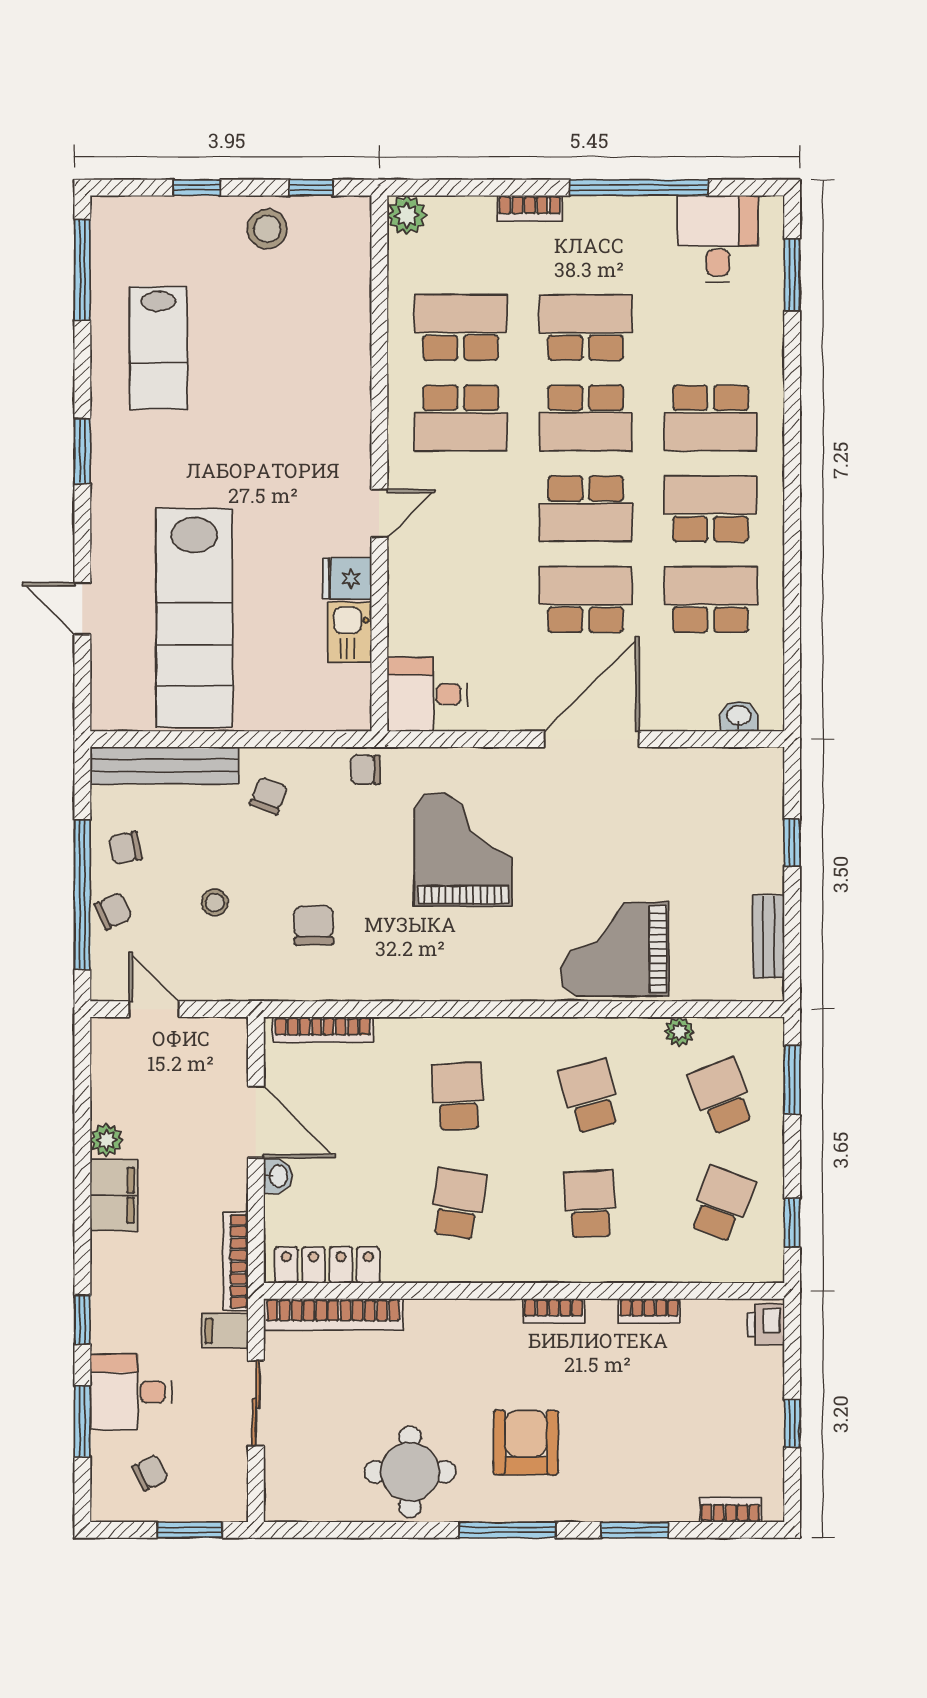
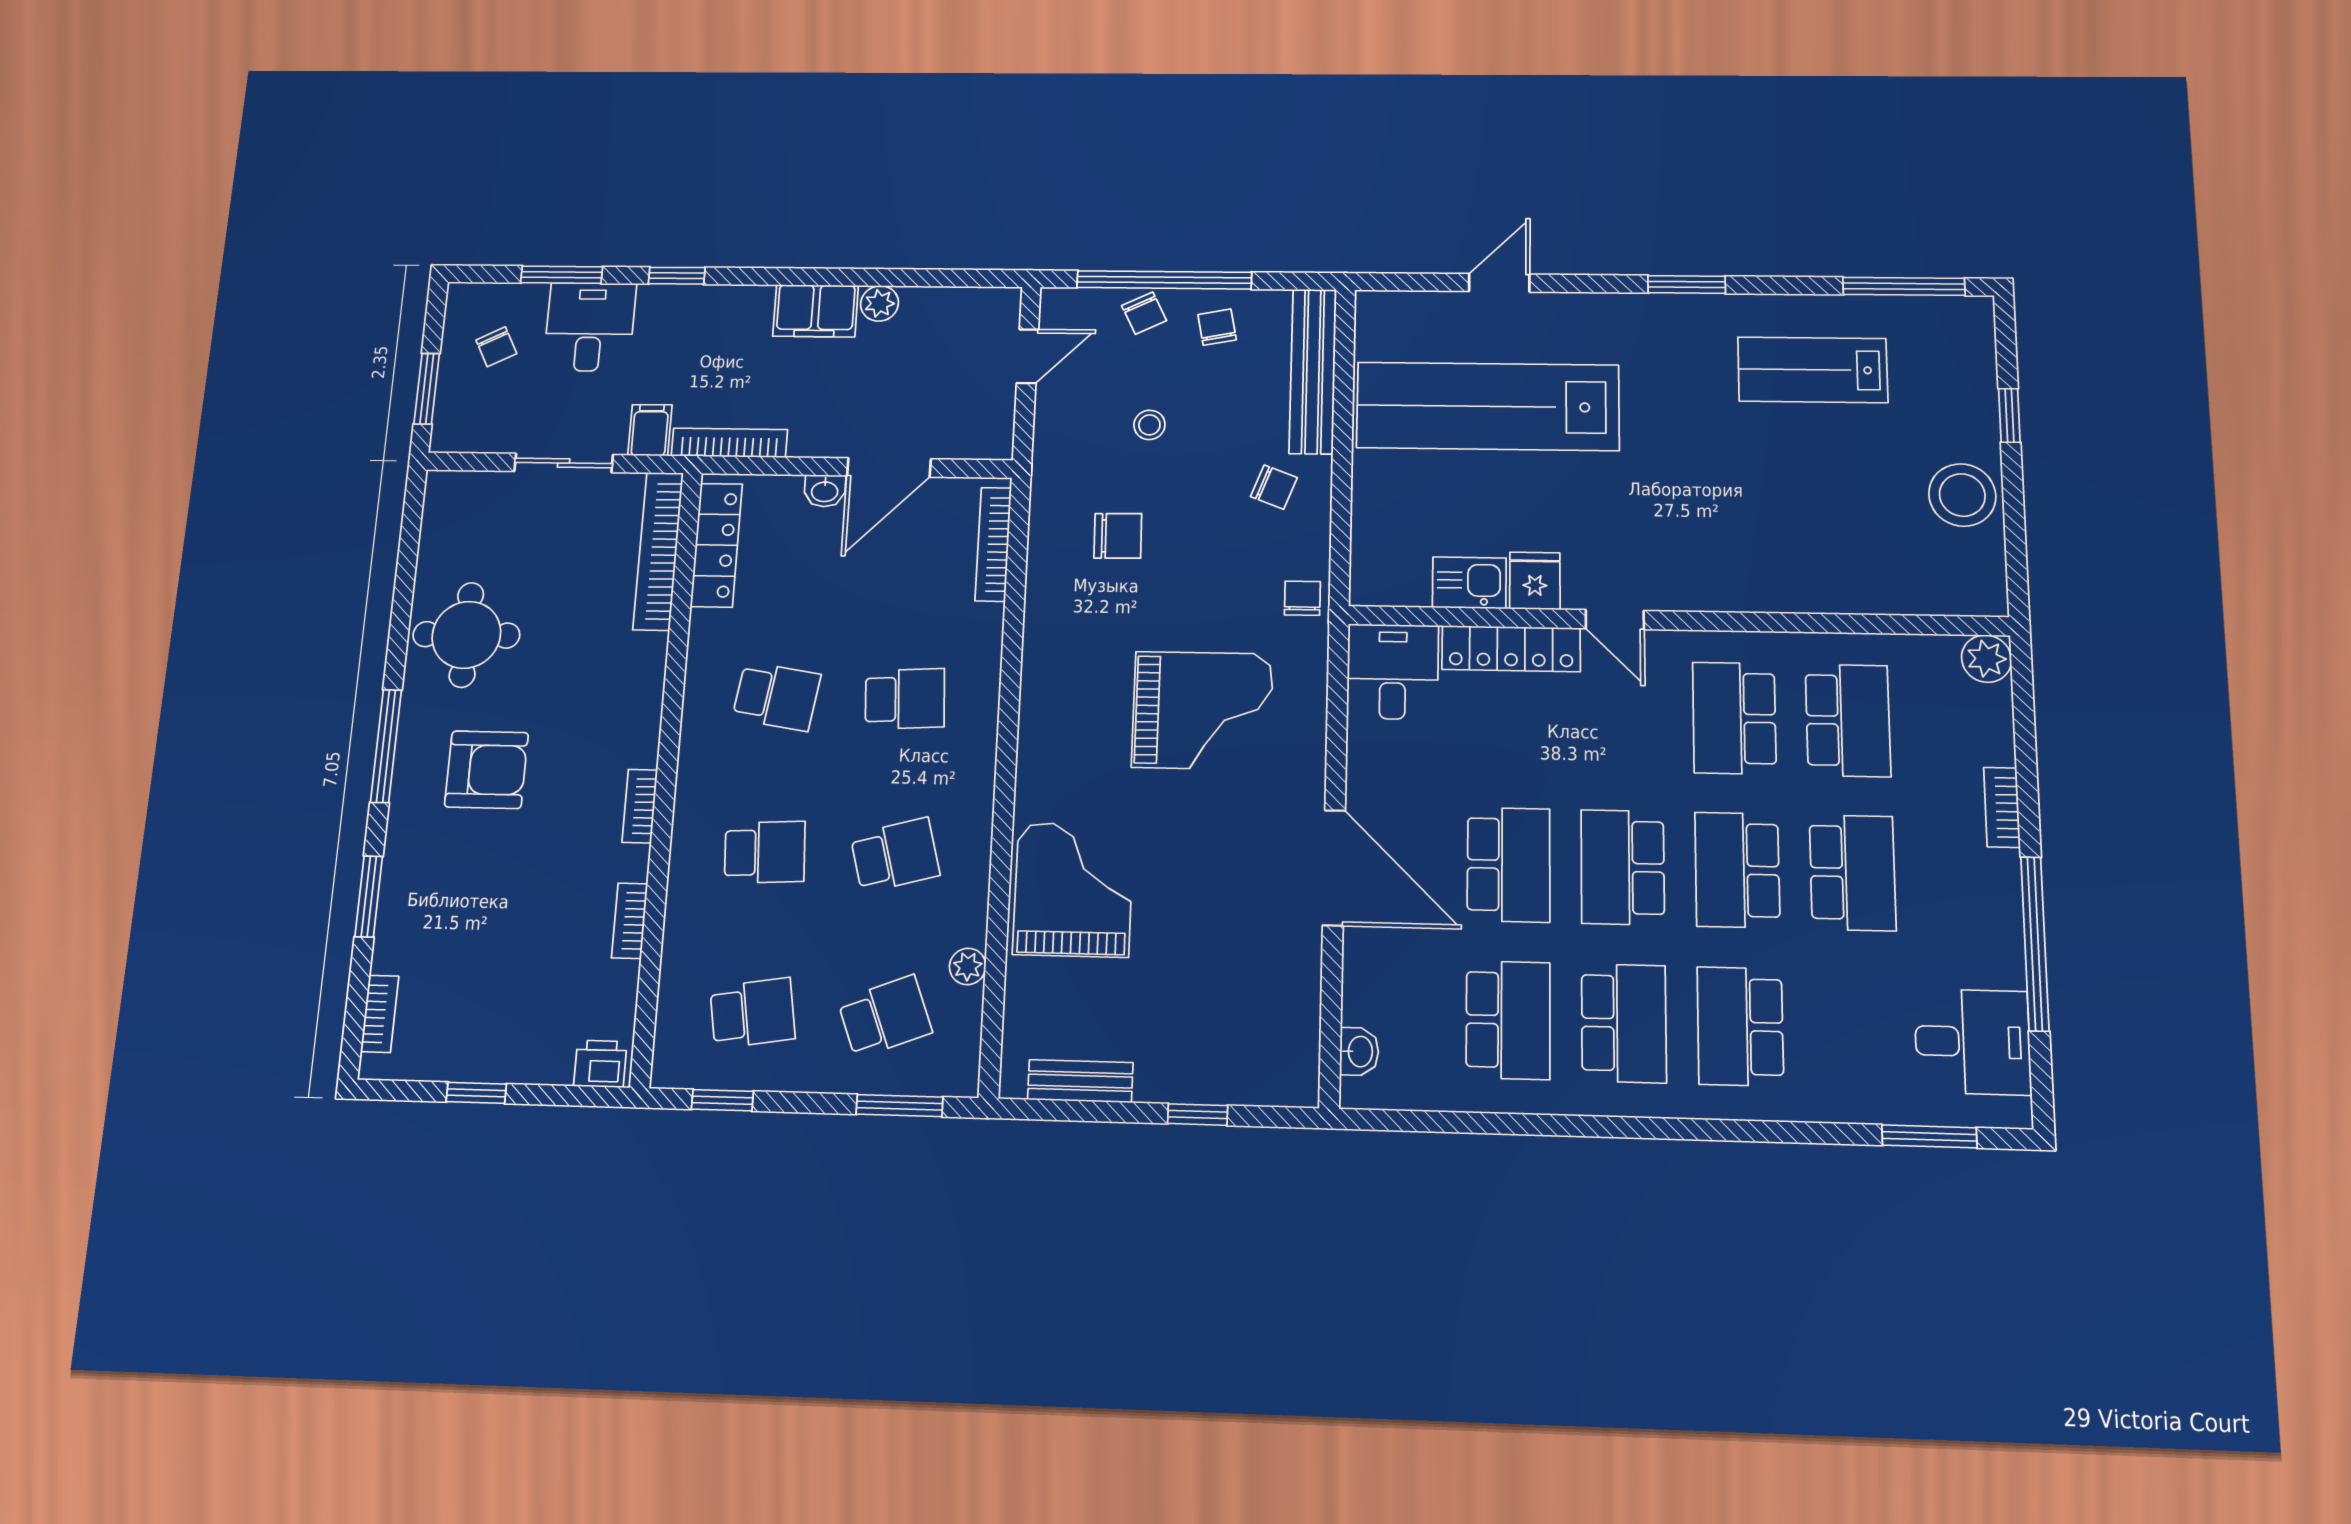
window: (311, 188) -> (2016, 547), removed
stool: (267, 229) -> (1962, 495), width x1.38, depth x1.38
locker: (406, 598) -> (1511, 649), added
school desk: (722, 1204) -> (753, 1013), turned -30

